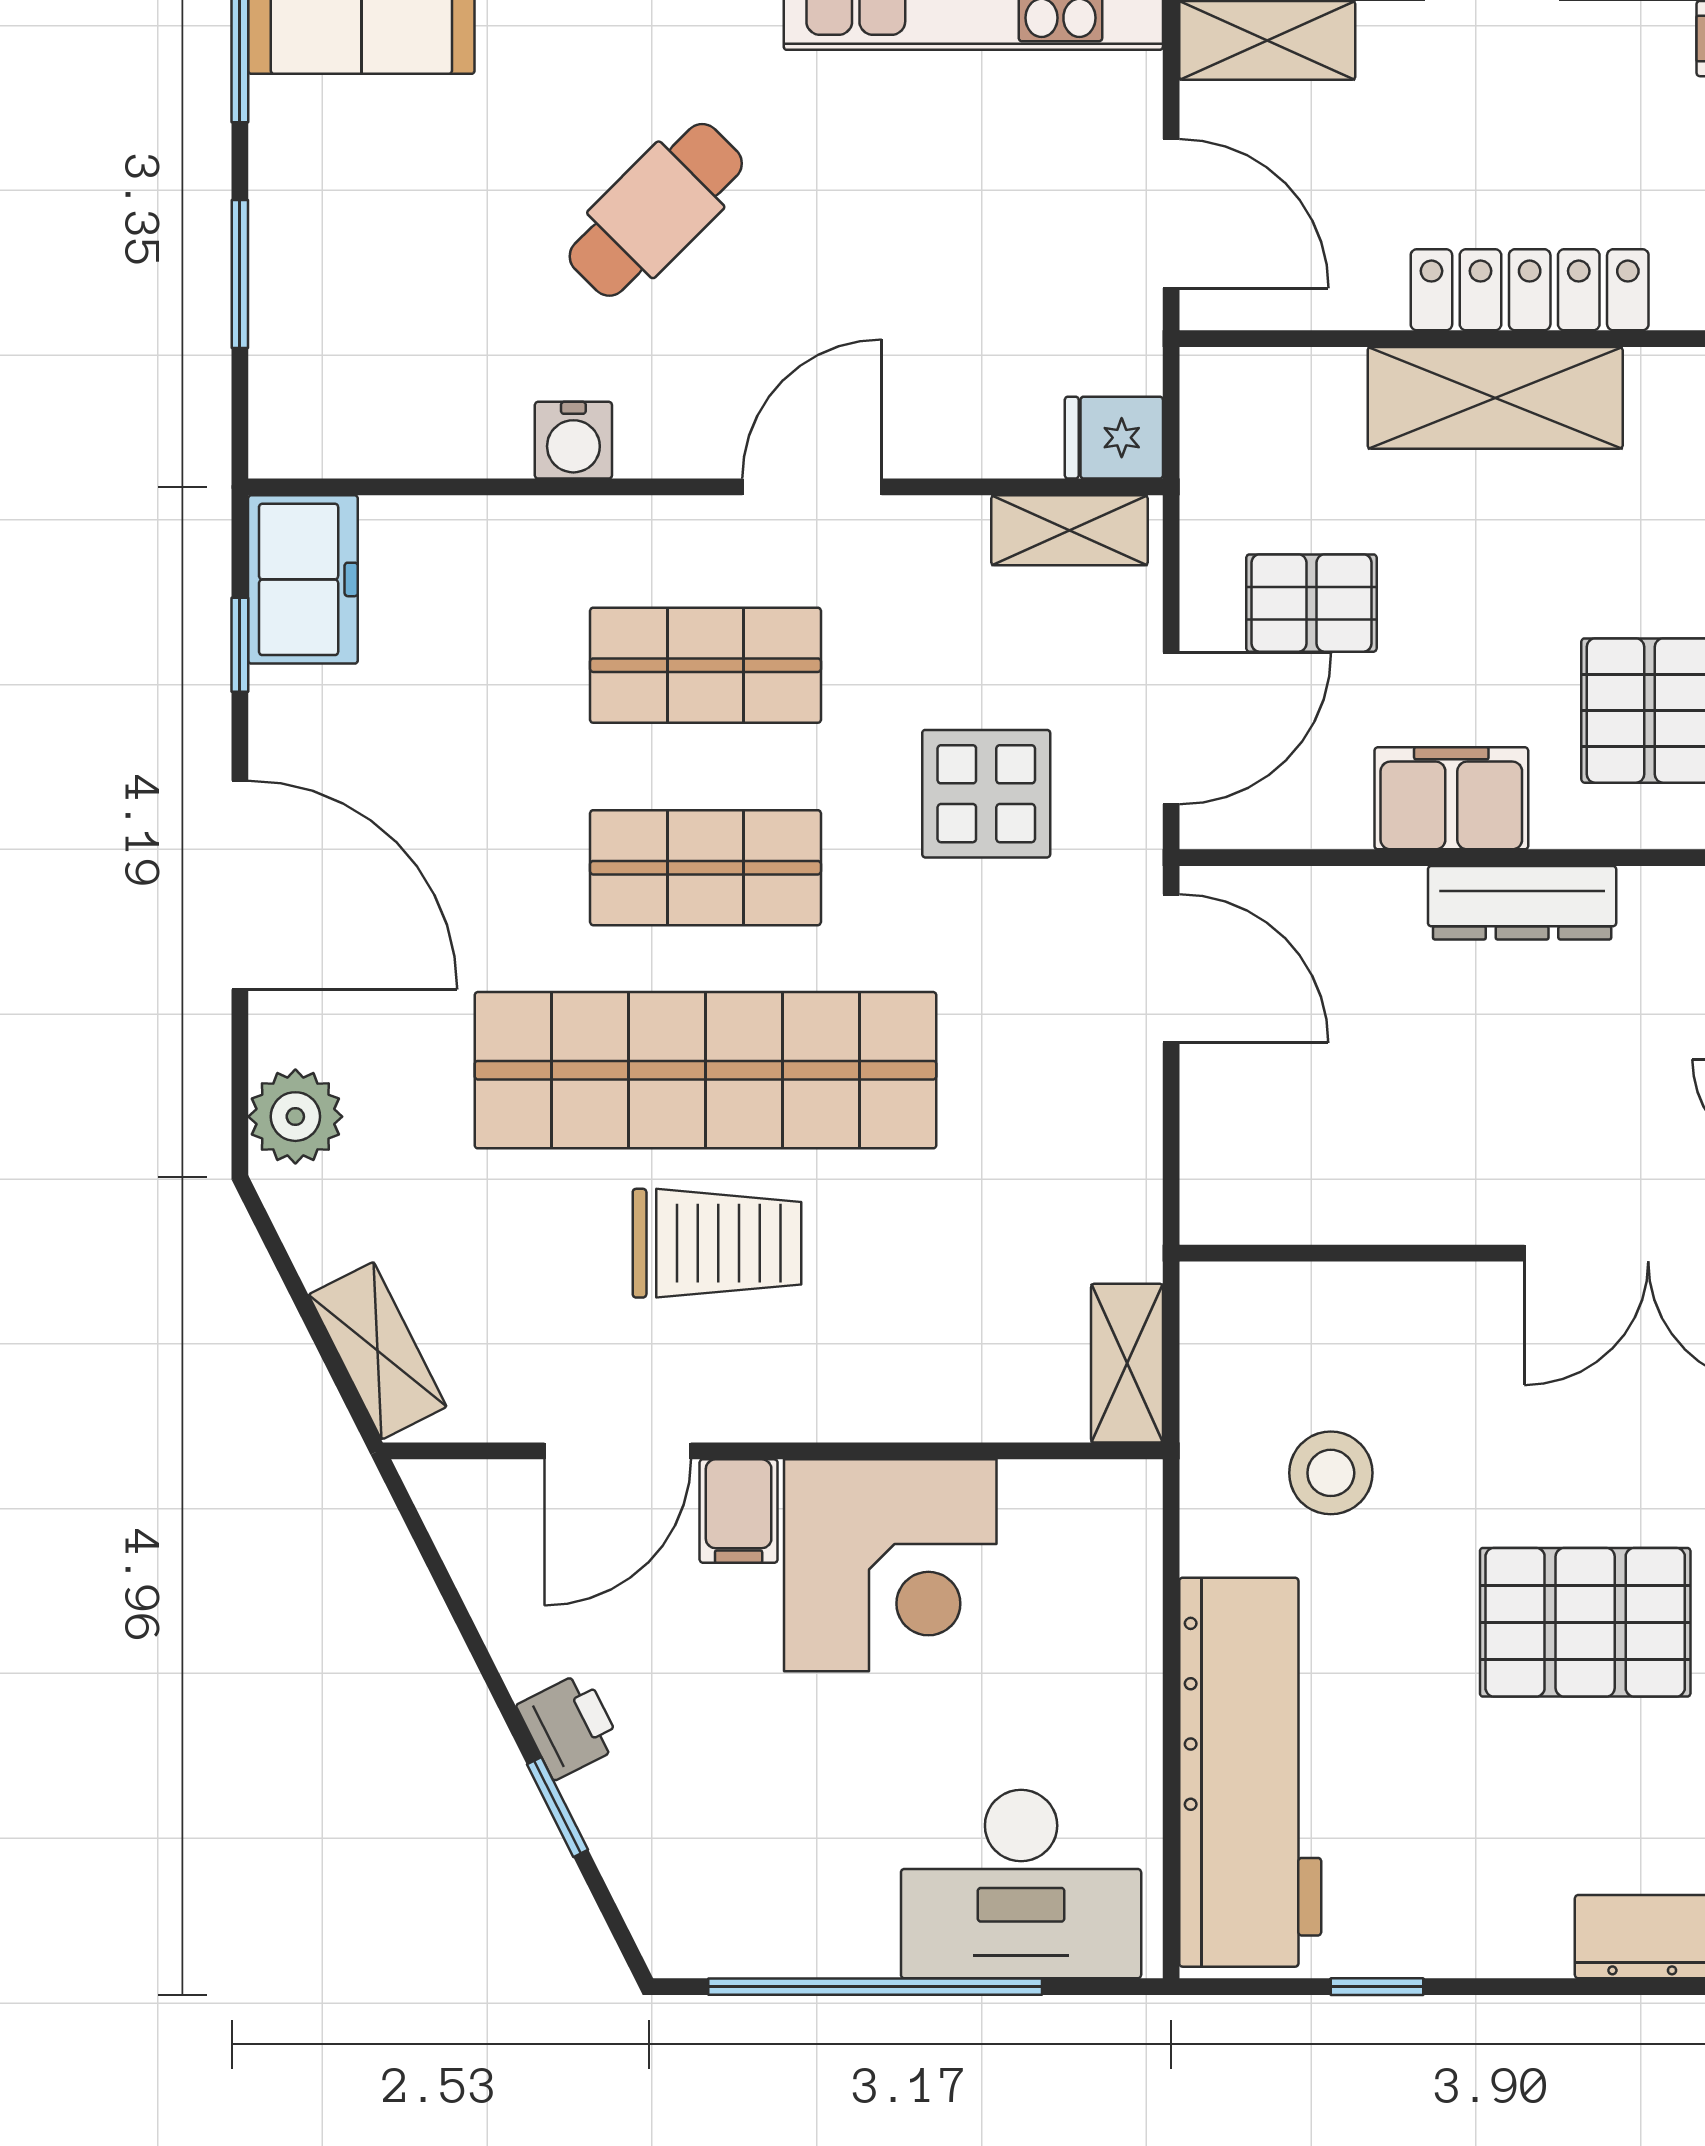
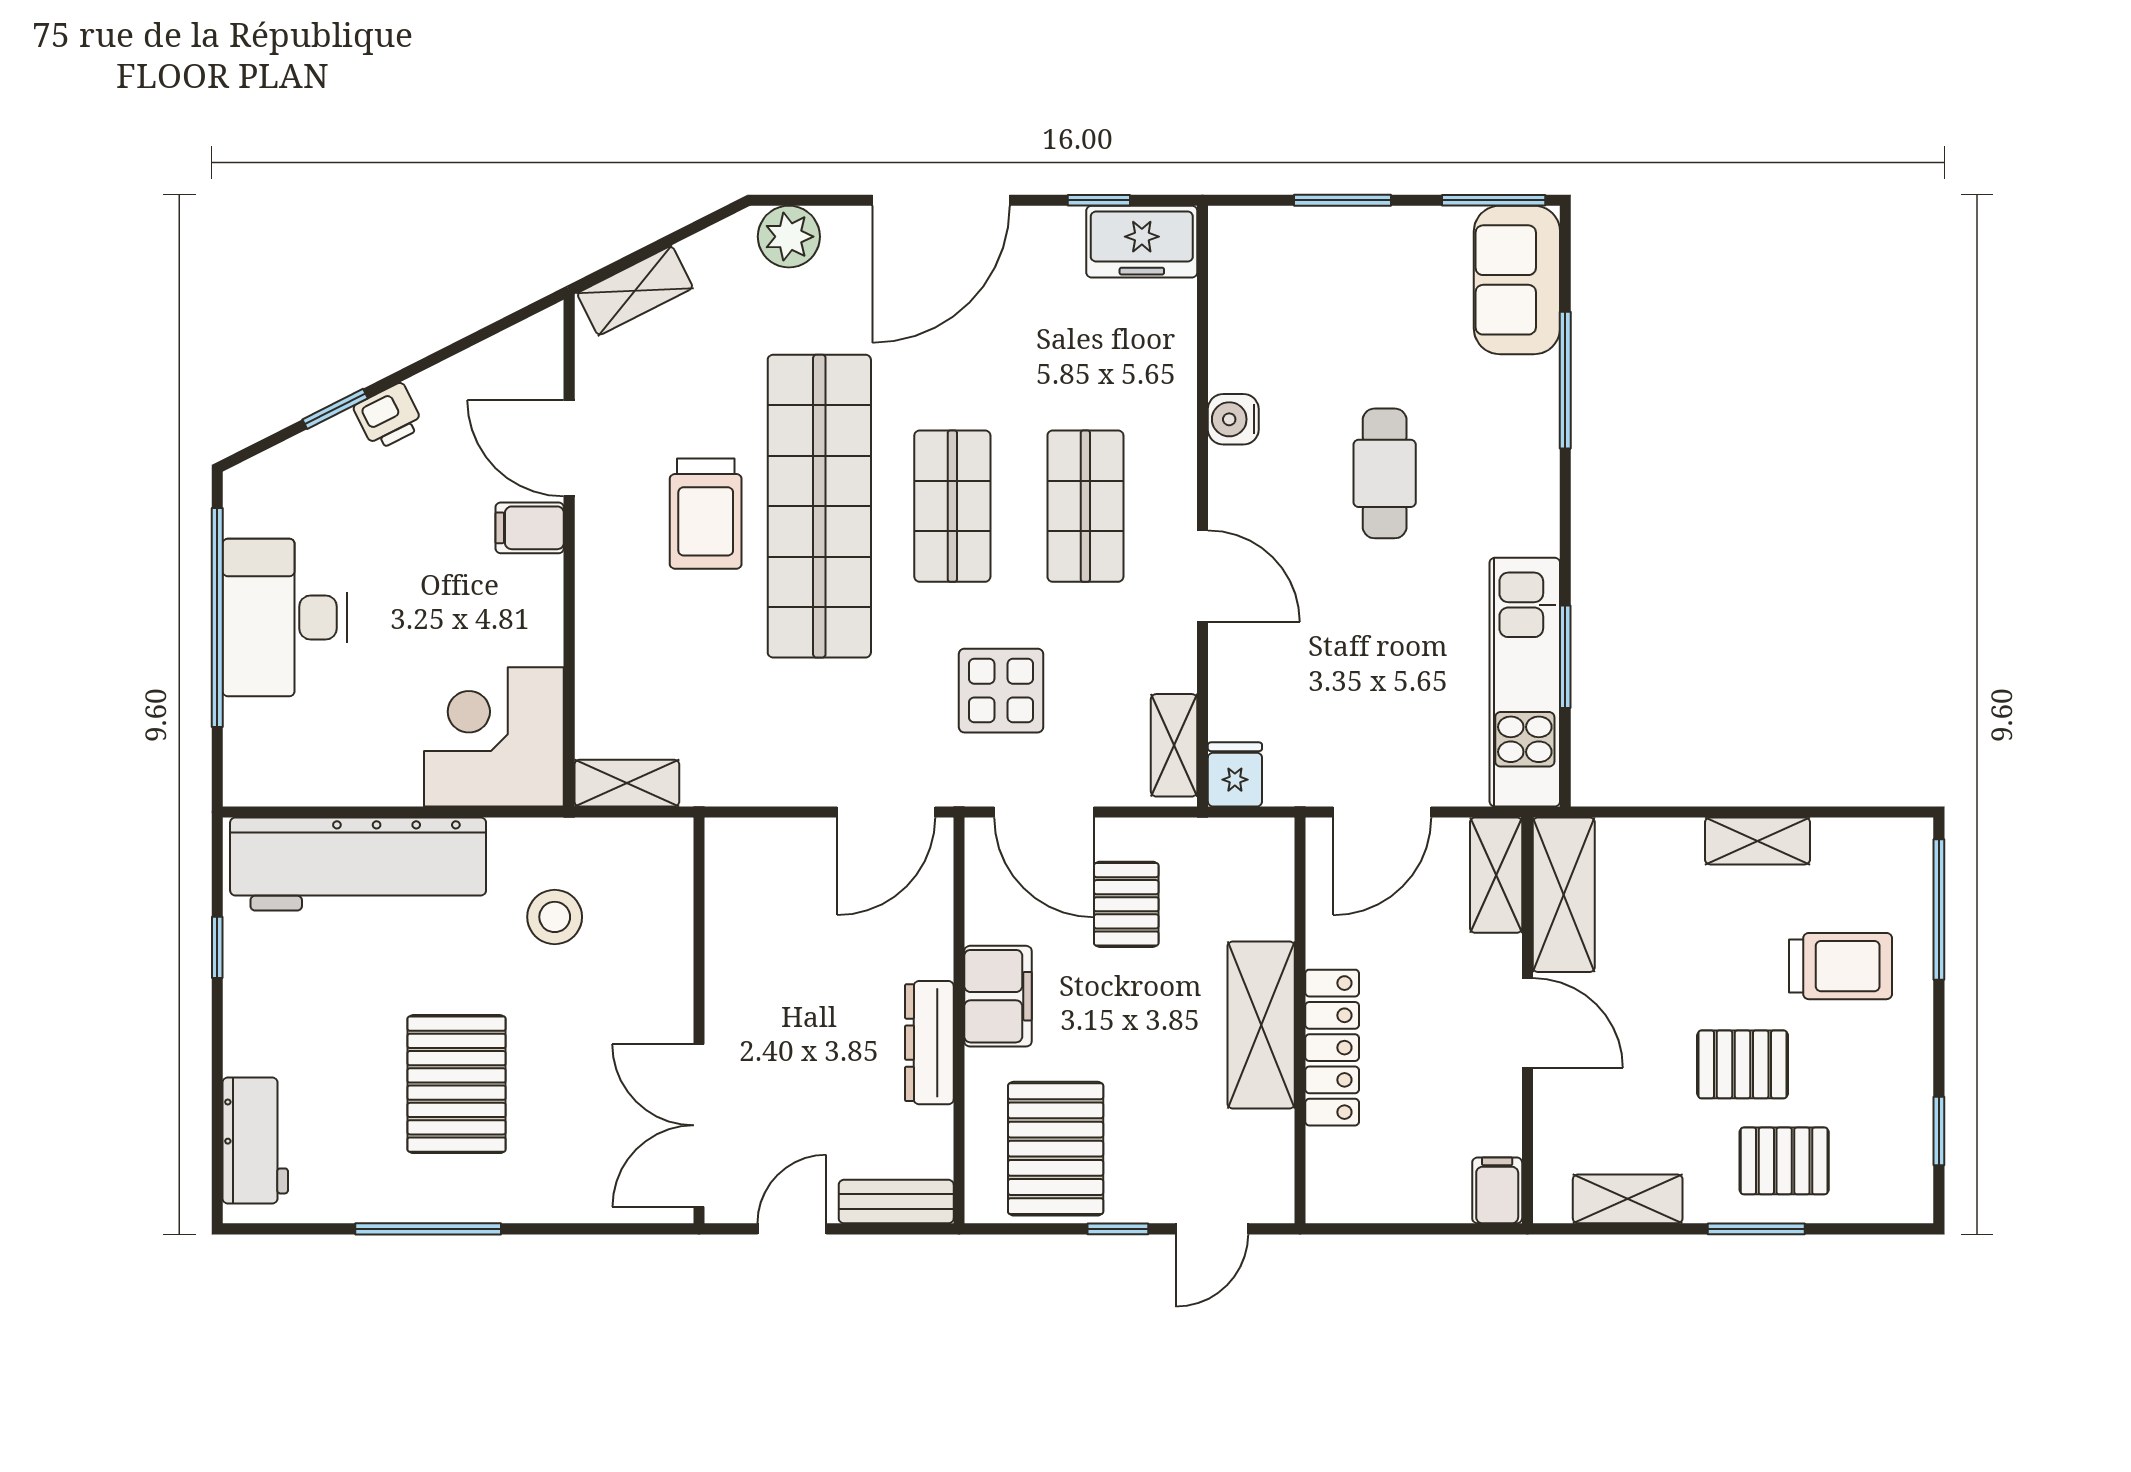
cafe table: (656, 210) -> (1385, 473), turned 45
corner desk: (890, 1565) -> (494, 737), moved, turned 90
desk: (1021, 1884) -> (285, 617), moved

